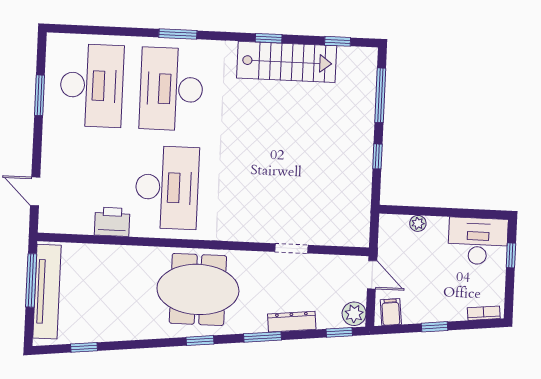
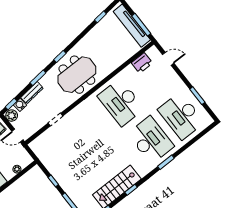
printer: (112, 222) -> (142, 63), moved
water cooler: (327, 319) -> (20, 105), added

